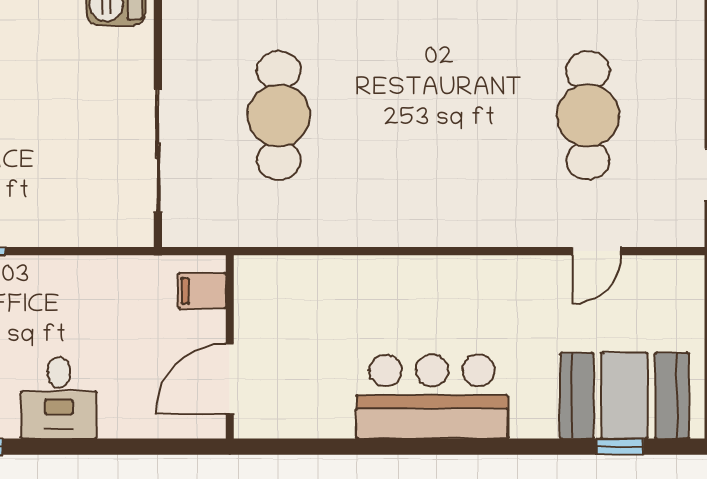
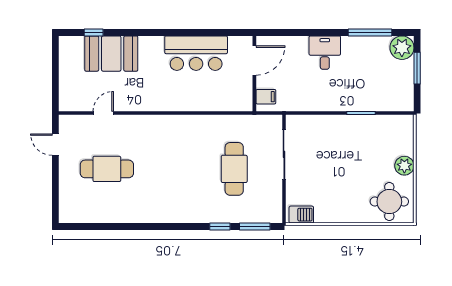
cafe table: (588, 116) -> (107, 169), turned 90
booth: (624, 396) -> (111, 54), moved
bar counter: (432, 397) -> (196, 53), moved

